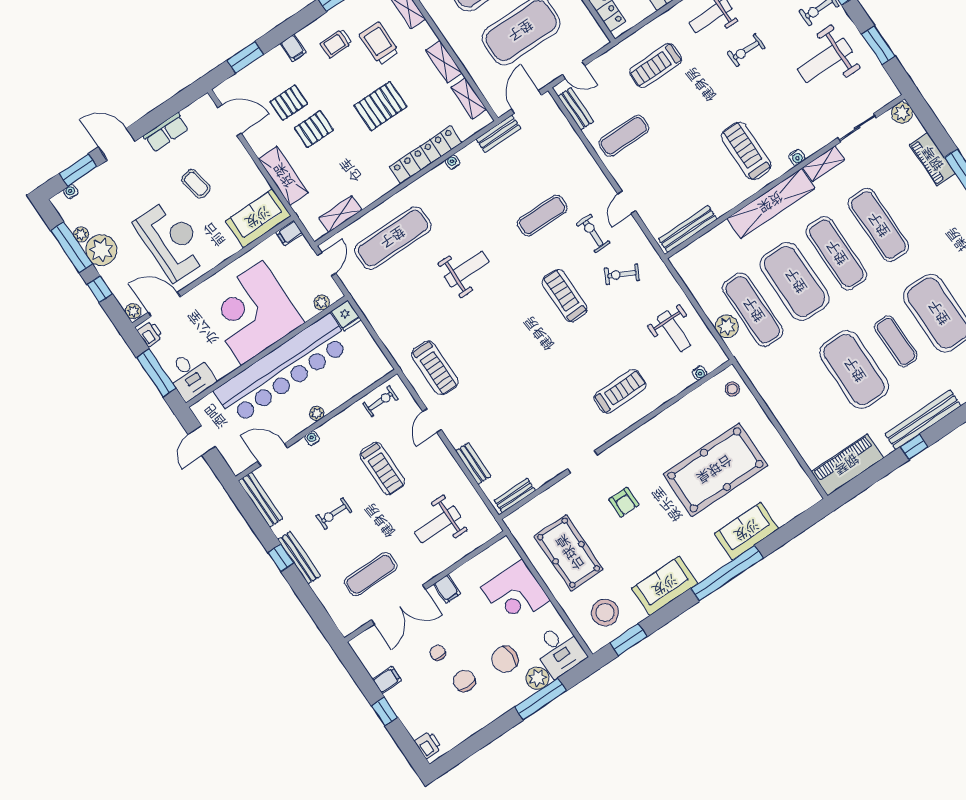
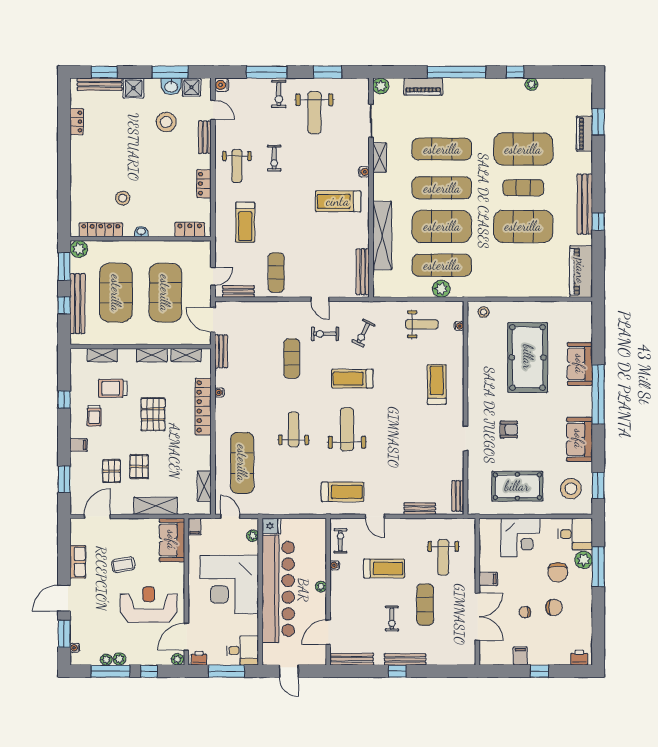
shelving: (771, 203) -> (382, 235), moved
plant: (101, 250) -> (119, 659), width x0.53, depth x0.53
weight bench: (506, 327) -> (347, 429), added
water cooler: (312, 438) -> (335, 565), moved
exercise mat: (371, 574) -> (425, 605), moved
chair: (464, 681) -> (554, 607), turned 180

